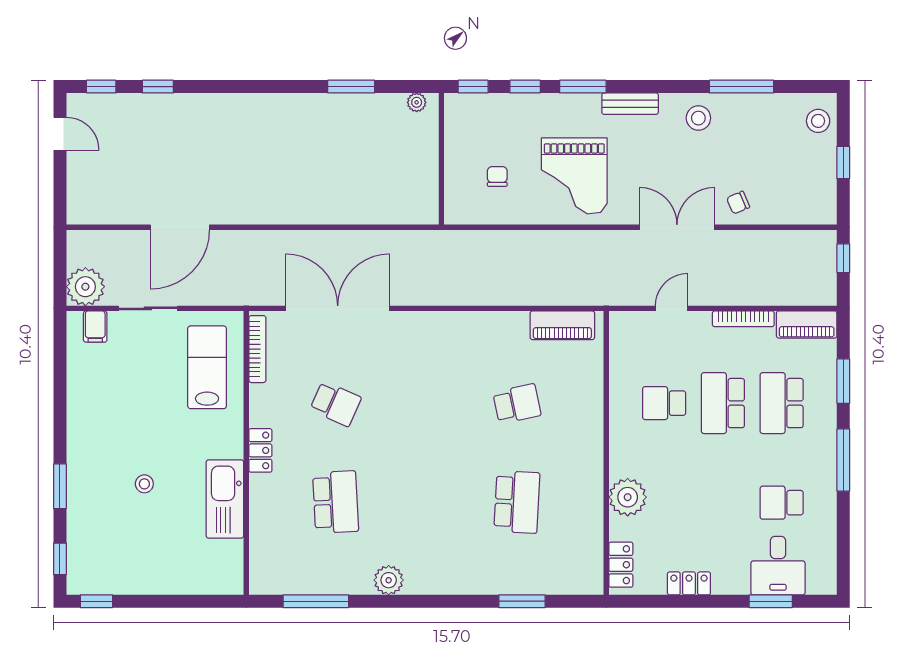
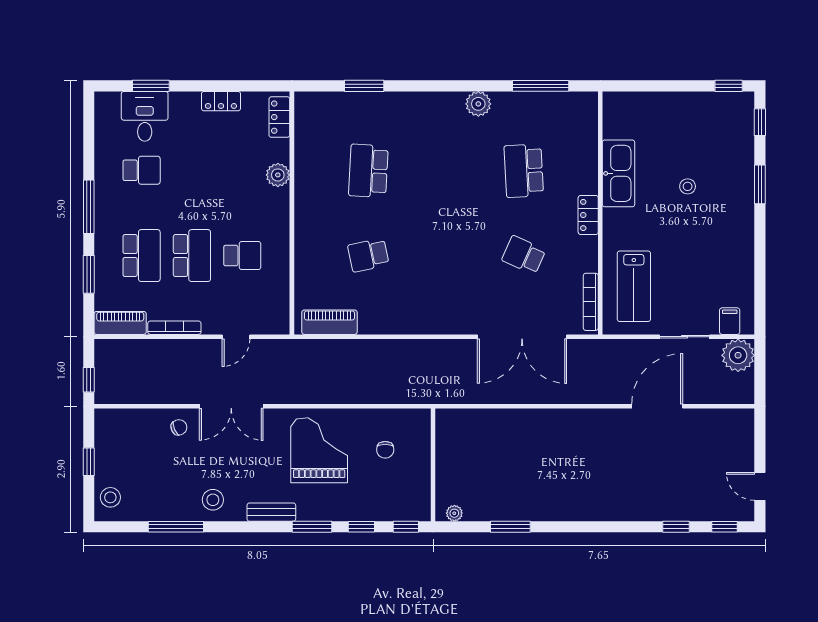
plant: (628, 497) -> (278, 175), width x0.73, depth x0.73

